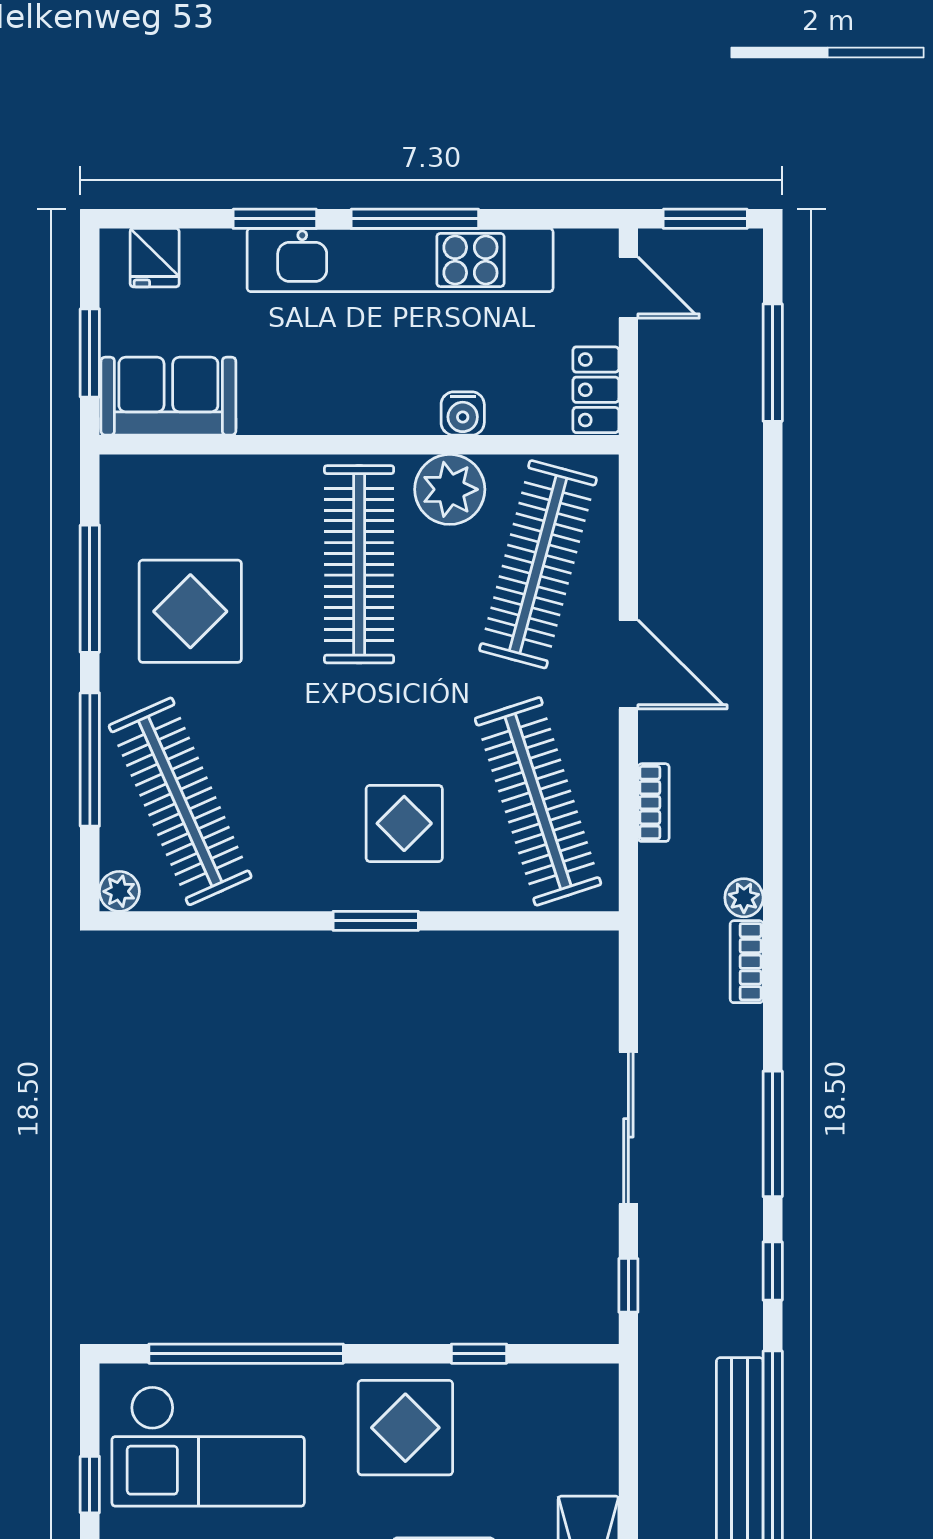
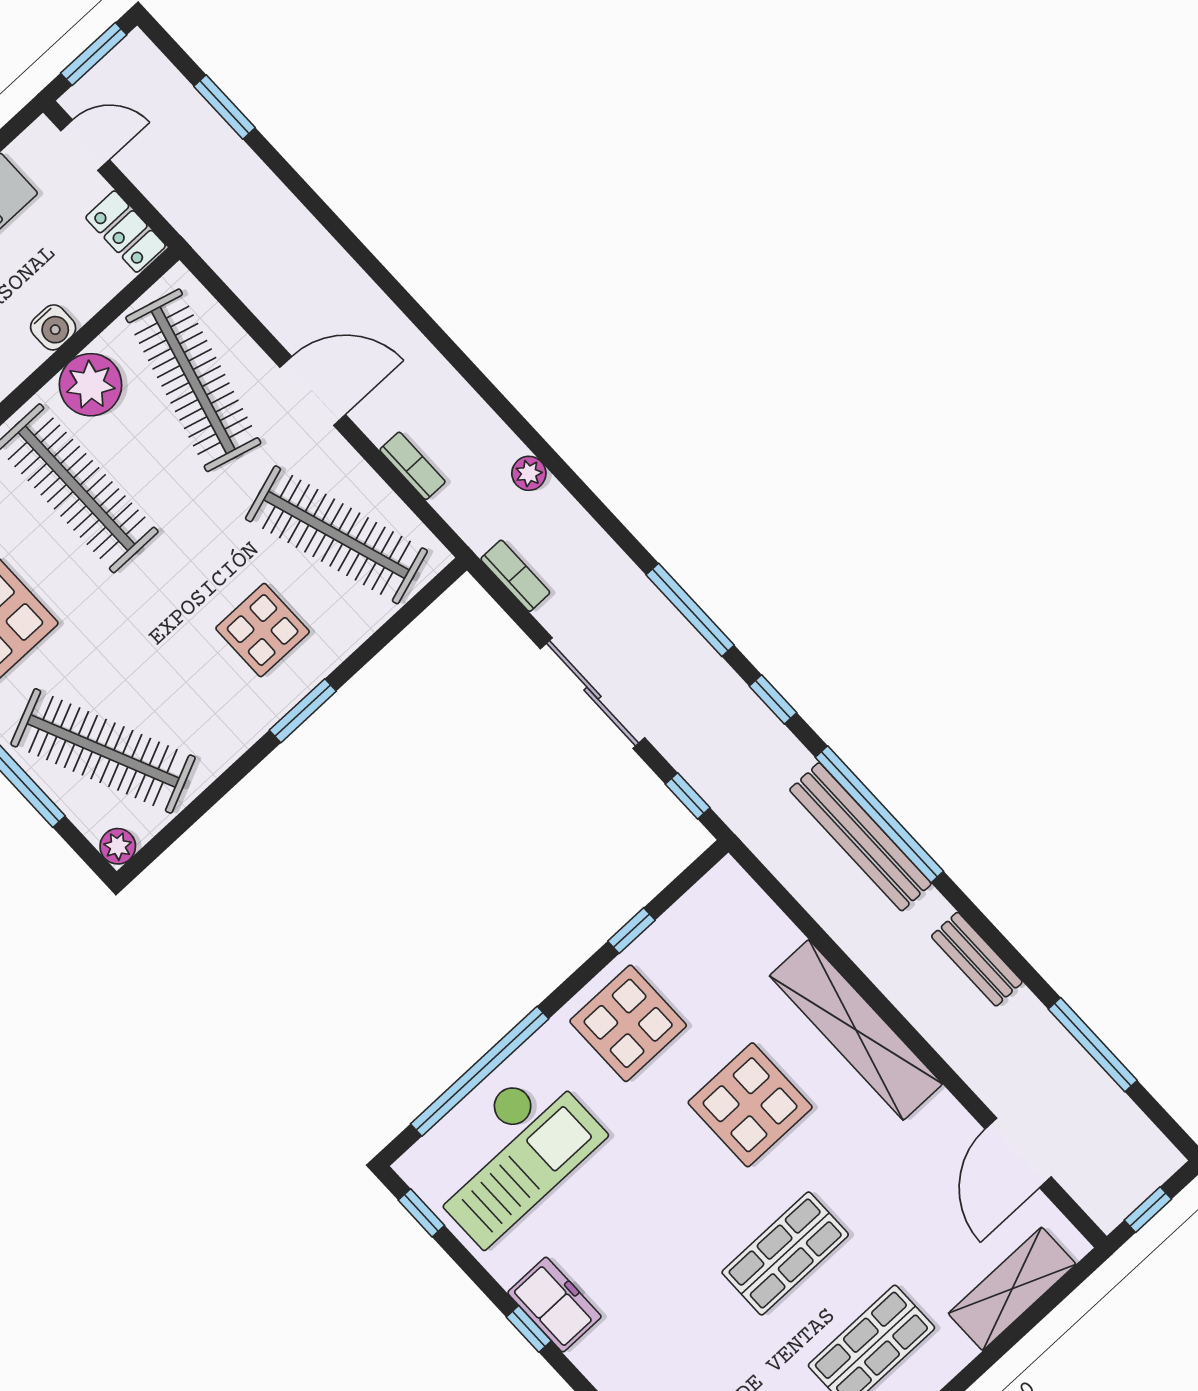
window: (773, 363) -> (224, 107), width x0.69
bookcase: (747, 962) -> (515, 576), moved, turned 180
window: (90, 1485) -> (421, 1213), moved

